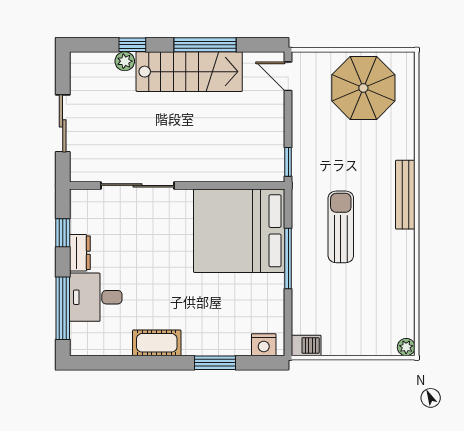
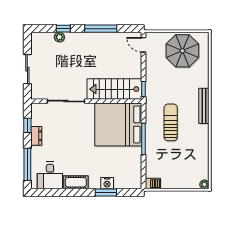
stairs: (189, 72) -> (114, 89), moved, turned 180
desk: (96, 297) -> (50, 175), moved, turned -90
nightstand: (264, 345) -> (107, 183), moved

